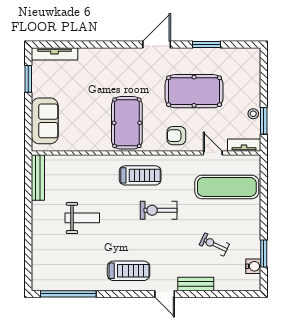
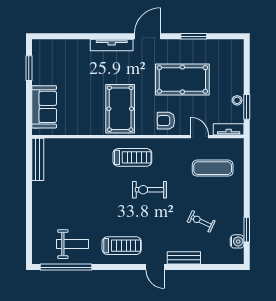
tv unit: (54, 54) -> (112, 45), moved
exercise mat: (227, 187) -> (213, 168), width x0.73, depth x0.69
weight bench: (82, 218) -> (72, 244), moved

